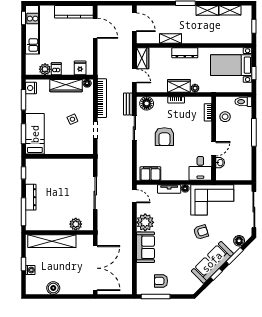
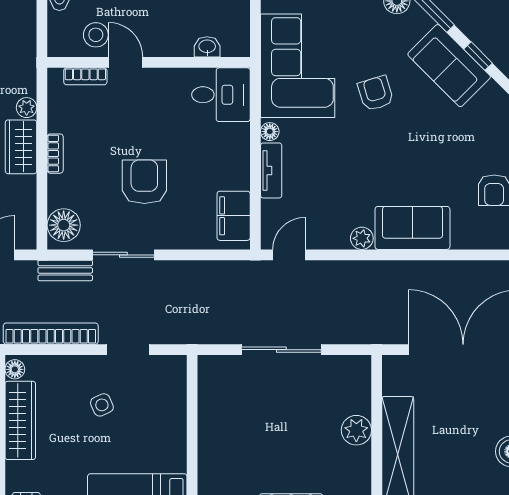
armchair: (164, 137) -> (144, 182), turned -90
door: (214, 149) -> (126, 62), moved
plant: (145, 222) -> (362, 238), width x0.53, depth x0.53
plant: (76, 224) -> (356, 430), moved
sofa: (212, 262) -> (449, 66), width x0.73

